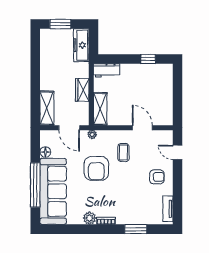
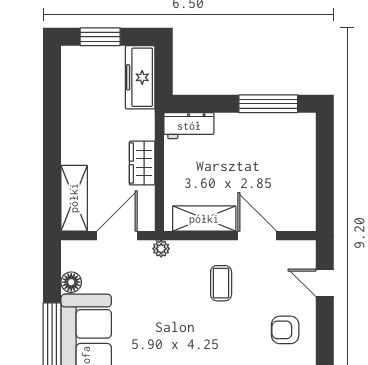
window: (148, 59) -> (268, 104), width x2.17
shelving: (100, 109) -> (204, 219), moved, turned 90
door: (69, 128) -> (117, 236), swing flipped
armchair: (96, 168) -> (169, 314), removed
armchair: (157, 177) -> (285, 330), turned 180

